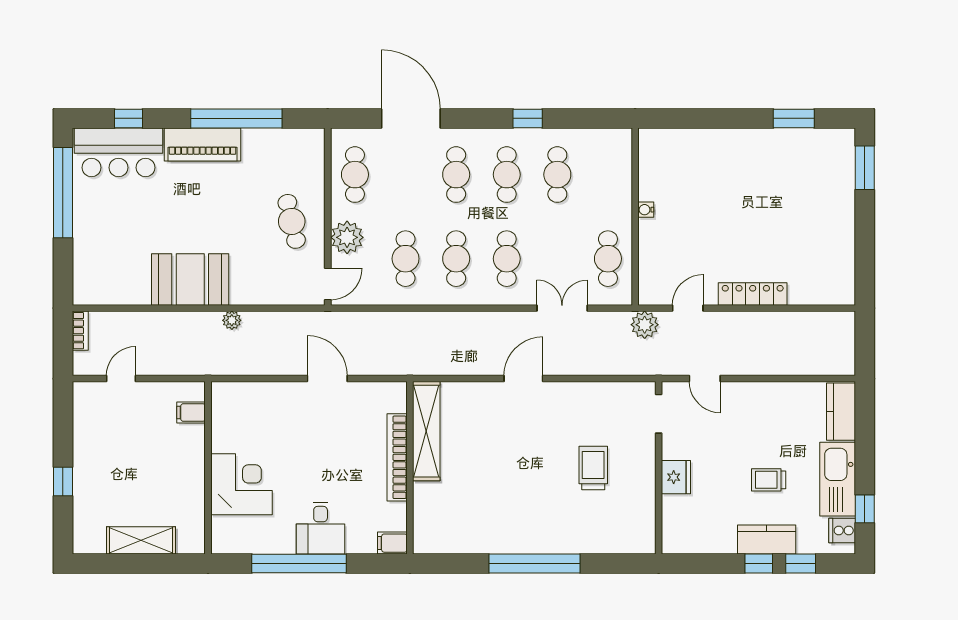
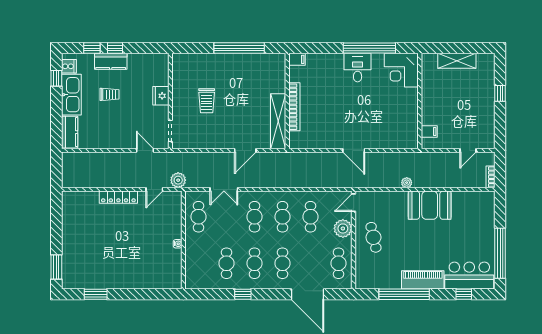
shelving: (426, 431) -> (278, 121), moved
bookcase: (397, 457) -> (294, 107), moved
wall: (410, 468) -> (287, 101), moved
corner desk: (241, 484) -> (401, 70), moved
filing cabinet: (392, 543) -> (297, 59), moved

